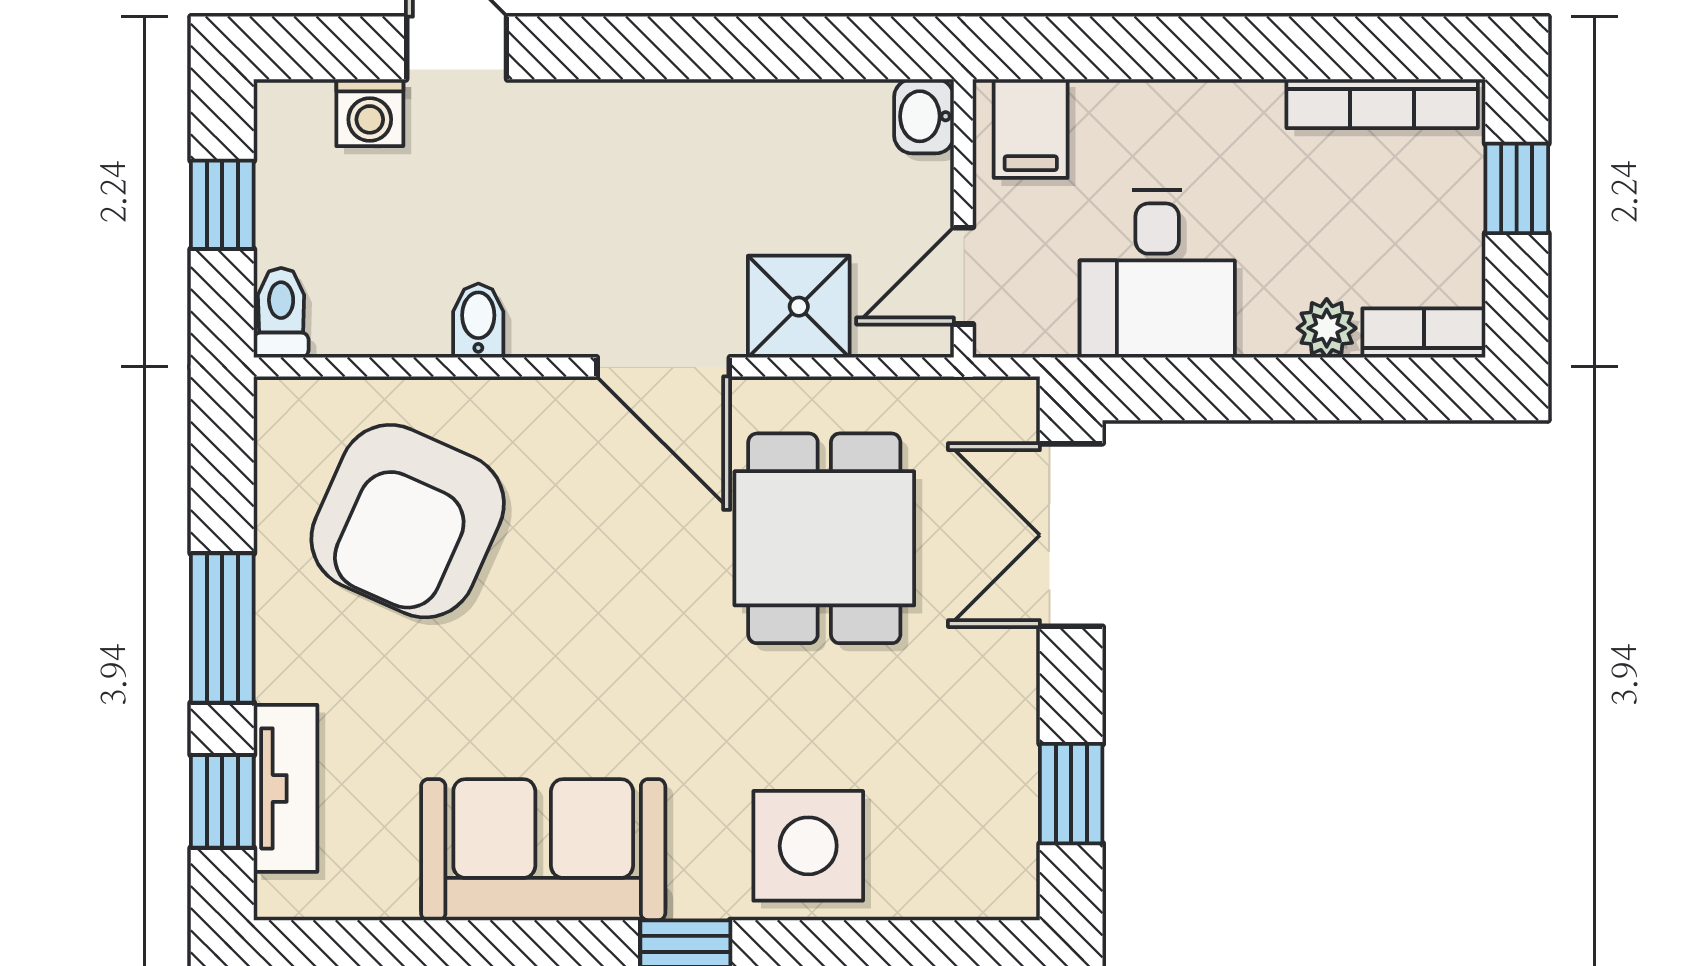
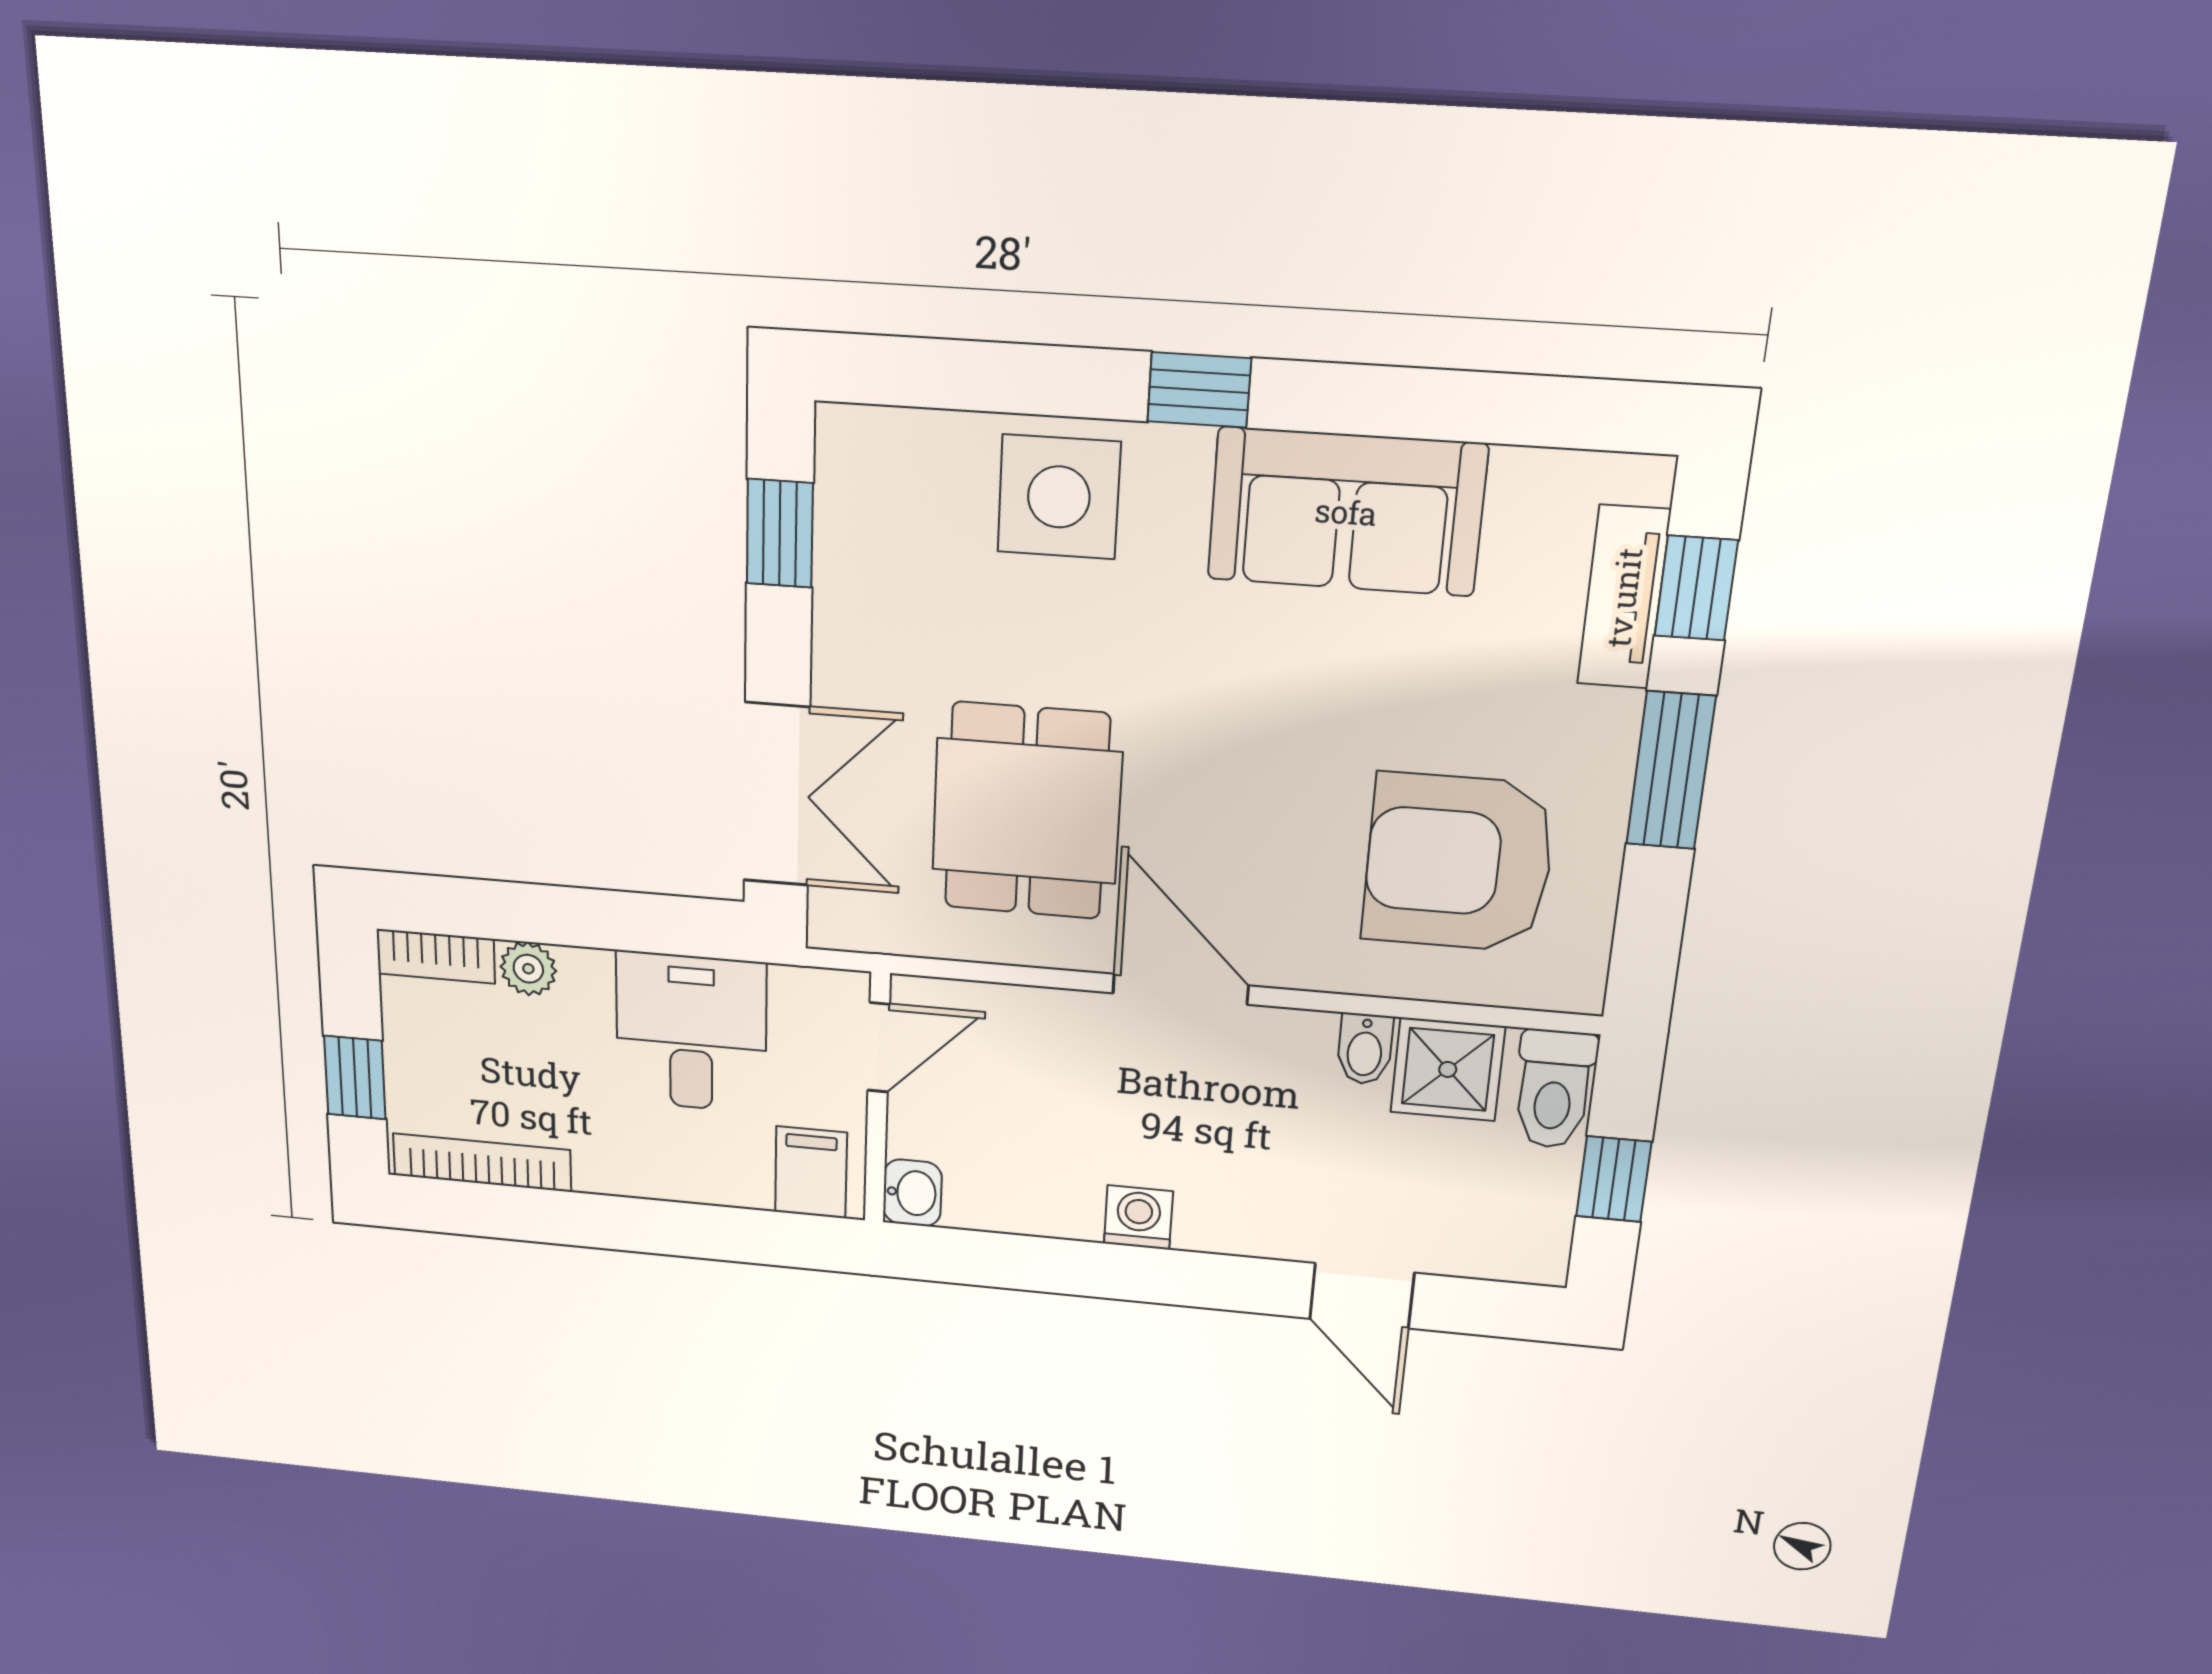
washing machine: (370, 113) -> (1138, 1217), moved
shower: (799, 307) -> (1448, 1069), moved
toilet: (281, 313) -> (1554, 1089), width x1.37, depth x1.39
armchair: (408, 521) -> (1458, 863), turned -114

